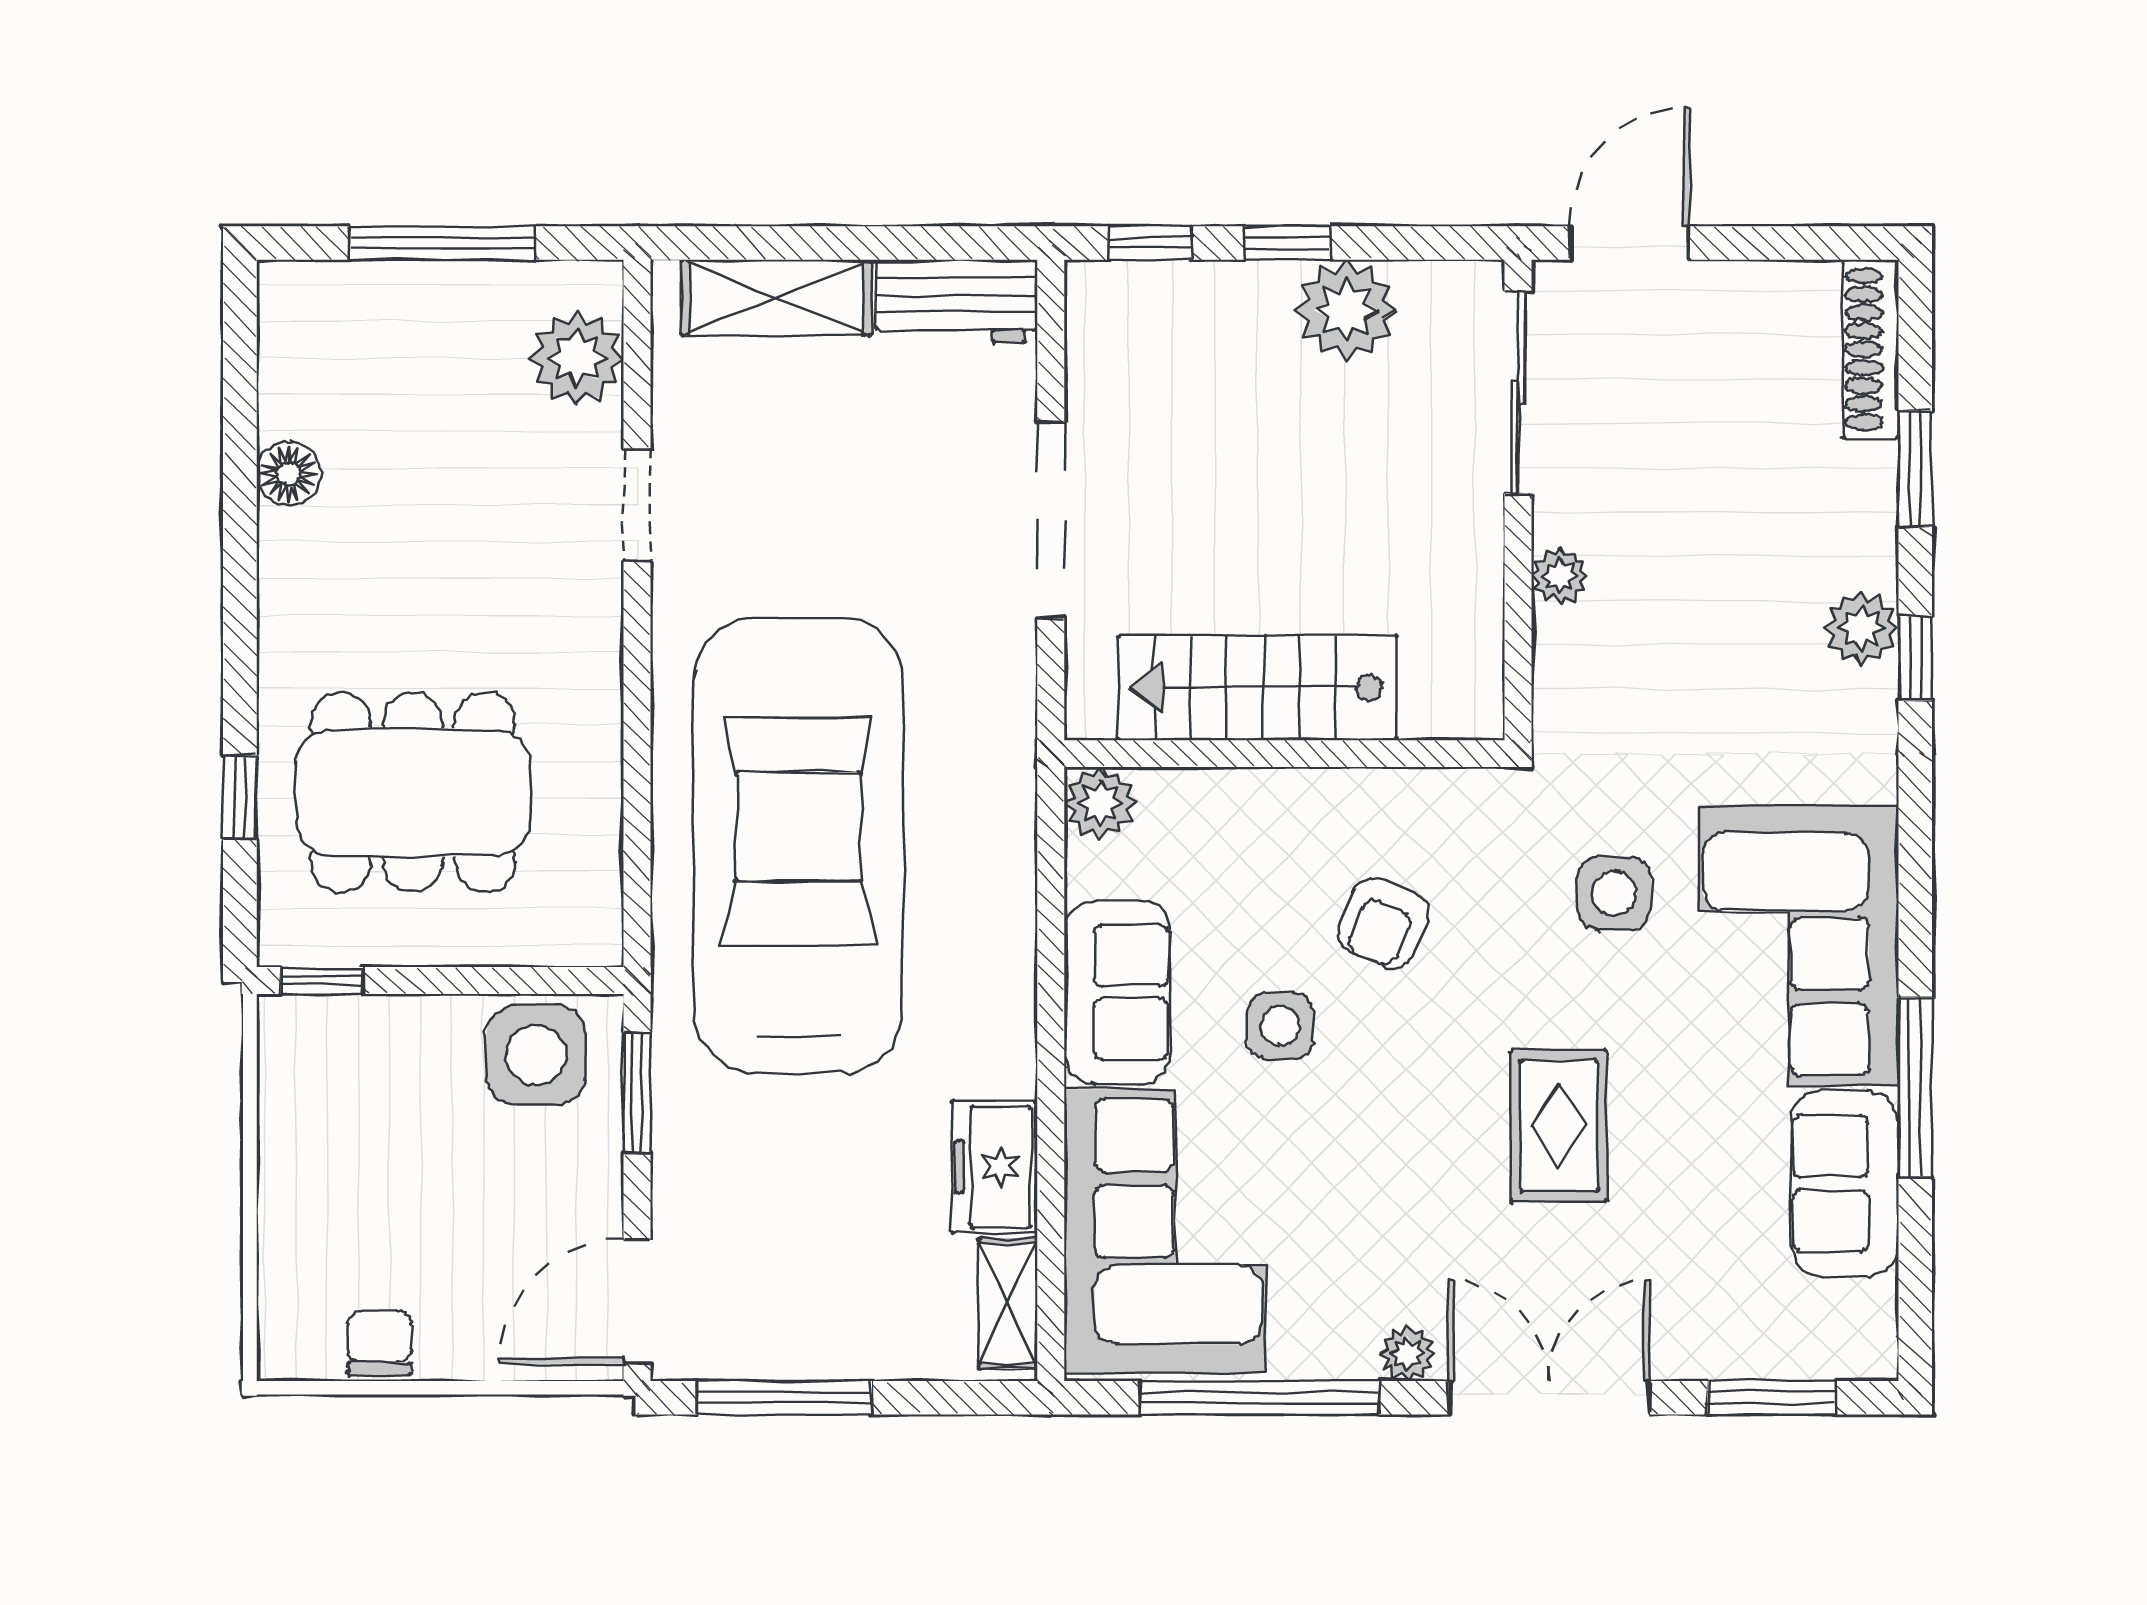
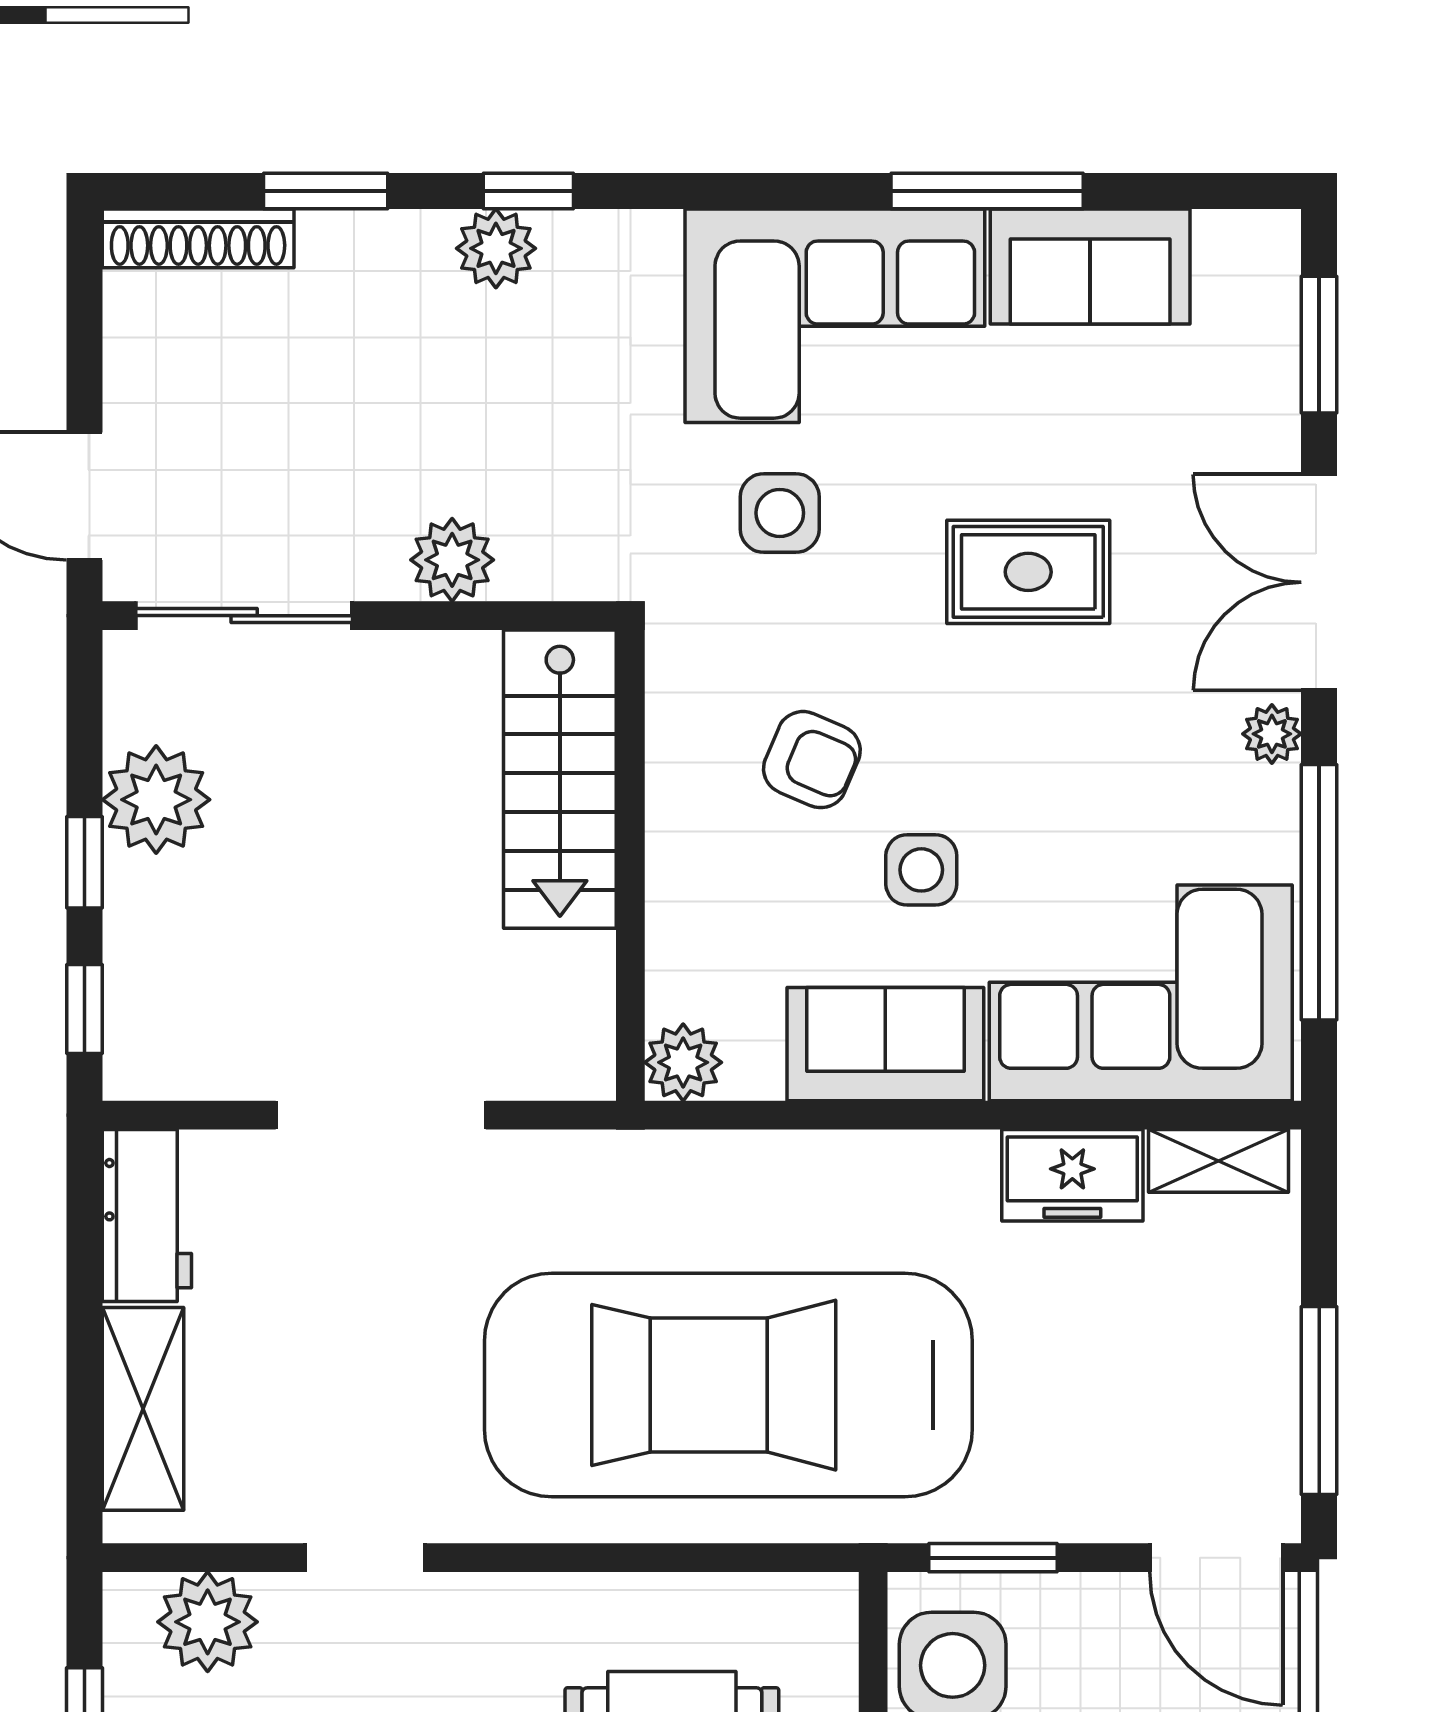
plant: (1560, 576) -> (452, 560), width x1.38, depth x1.38
stairs: (1257, 688) -> (560, 779), moved

